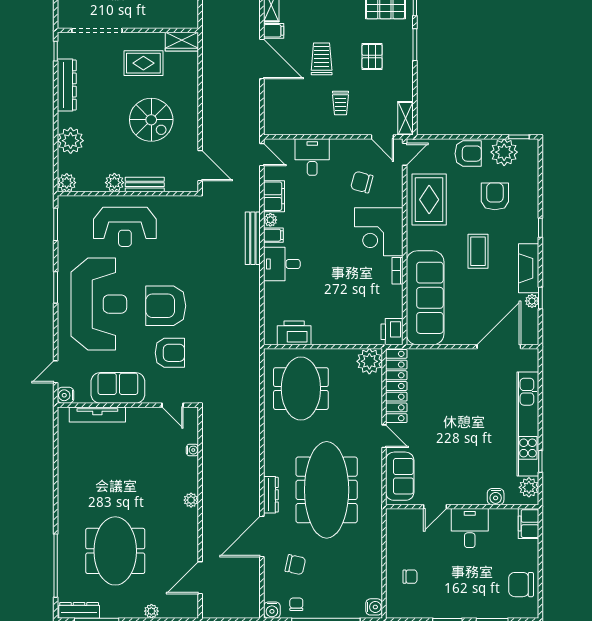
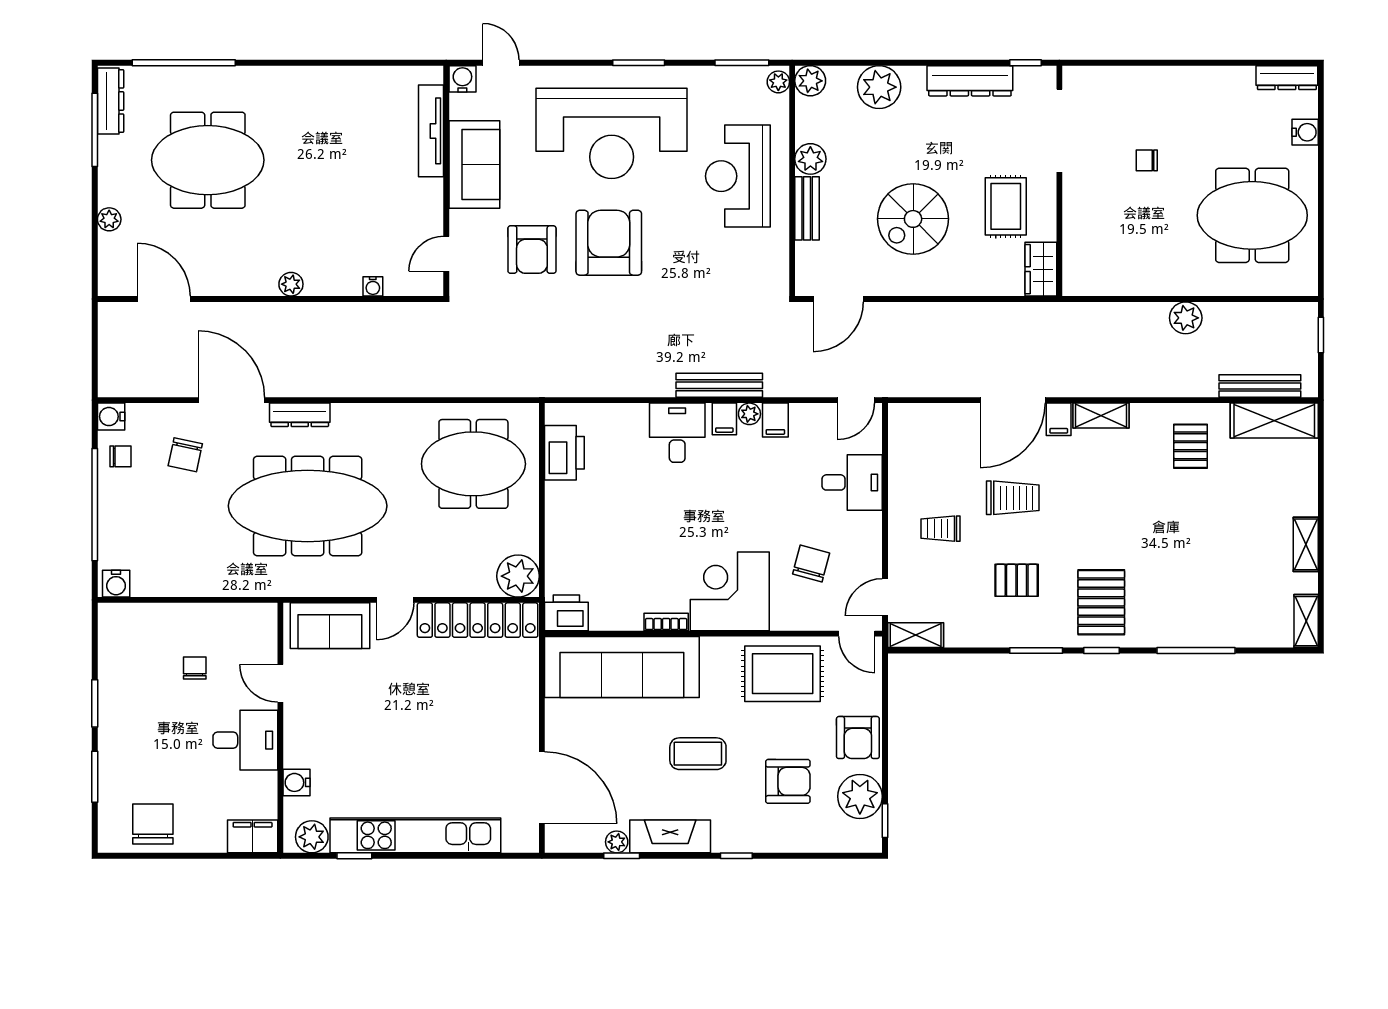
filing cabinet: (274, 196) -> (775, 420), width x0.50
plant: (67, 202) -> (778, 82), added
chair: (410, 577) -> (195, 668), moved, turned 180

